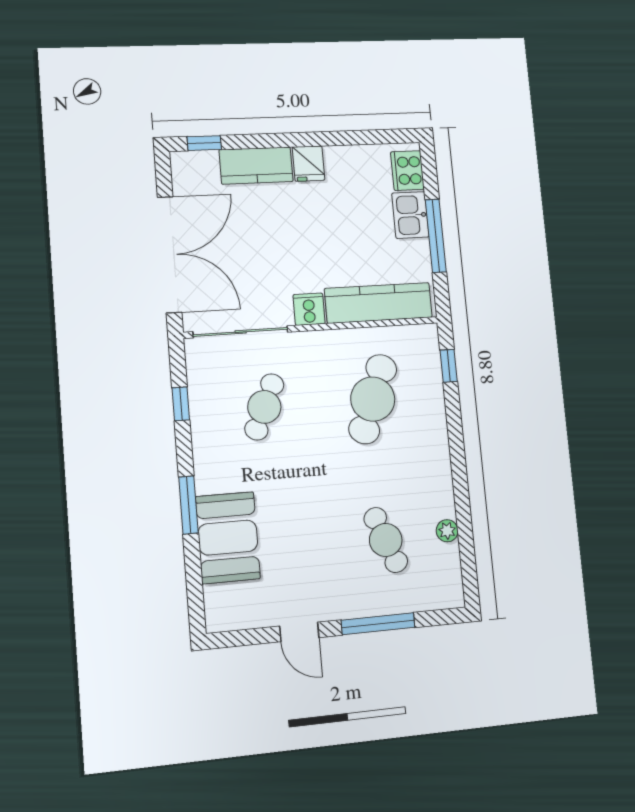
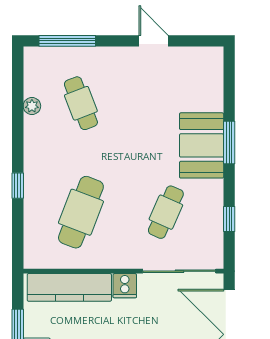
window: (449, 366) -> (18, 186), moved
booth: (228, 538) -> (202, 145), moved
window: (378, 624) -> (67, 41), moved

